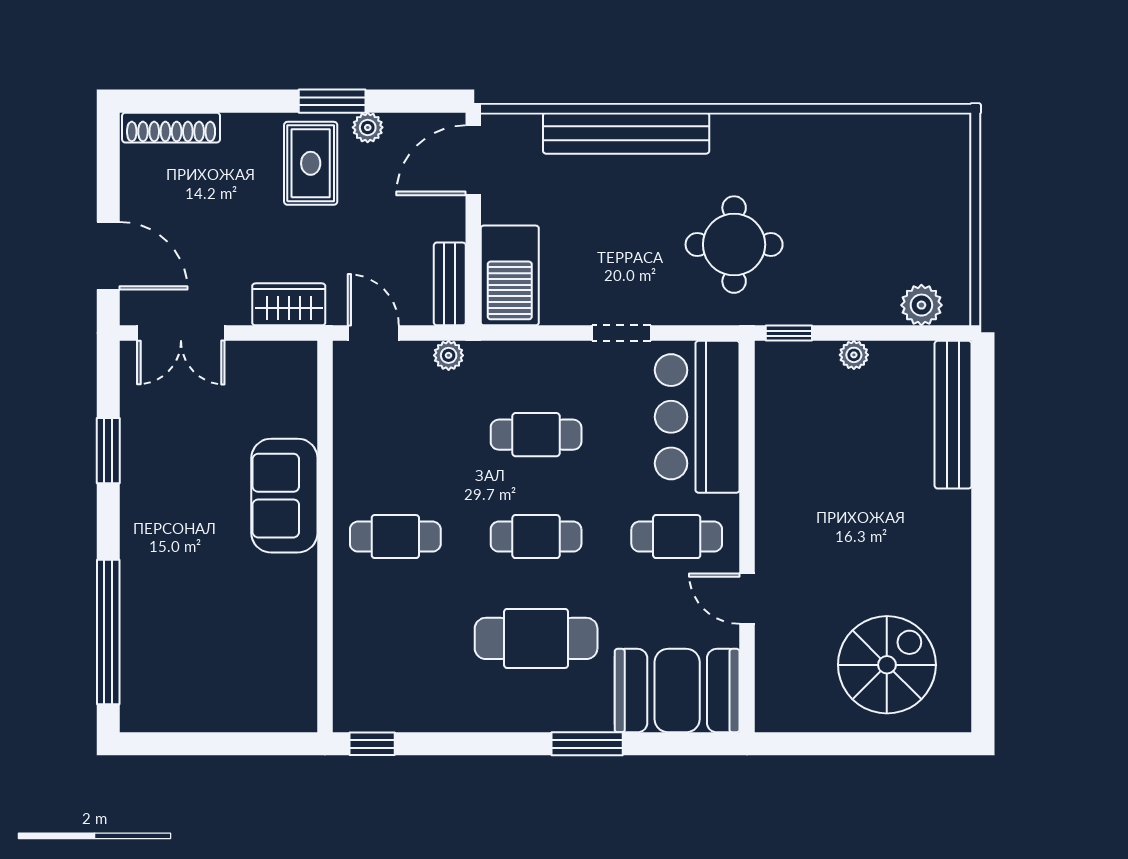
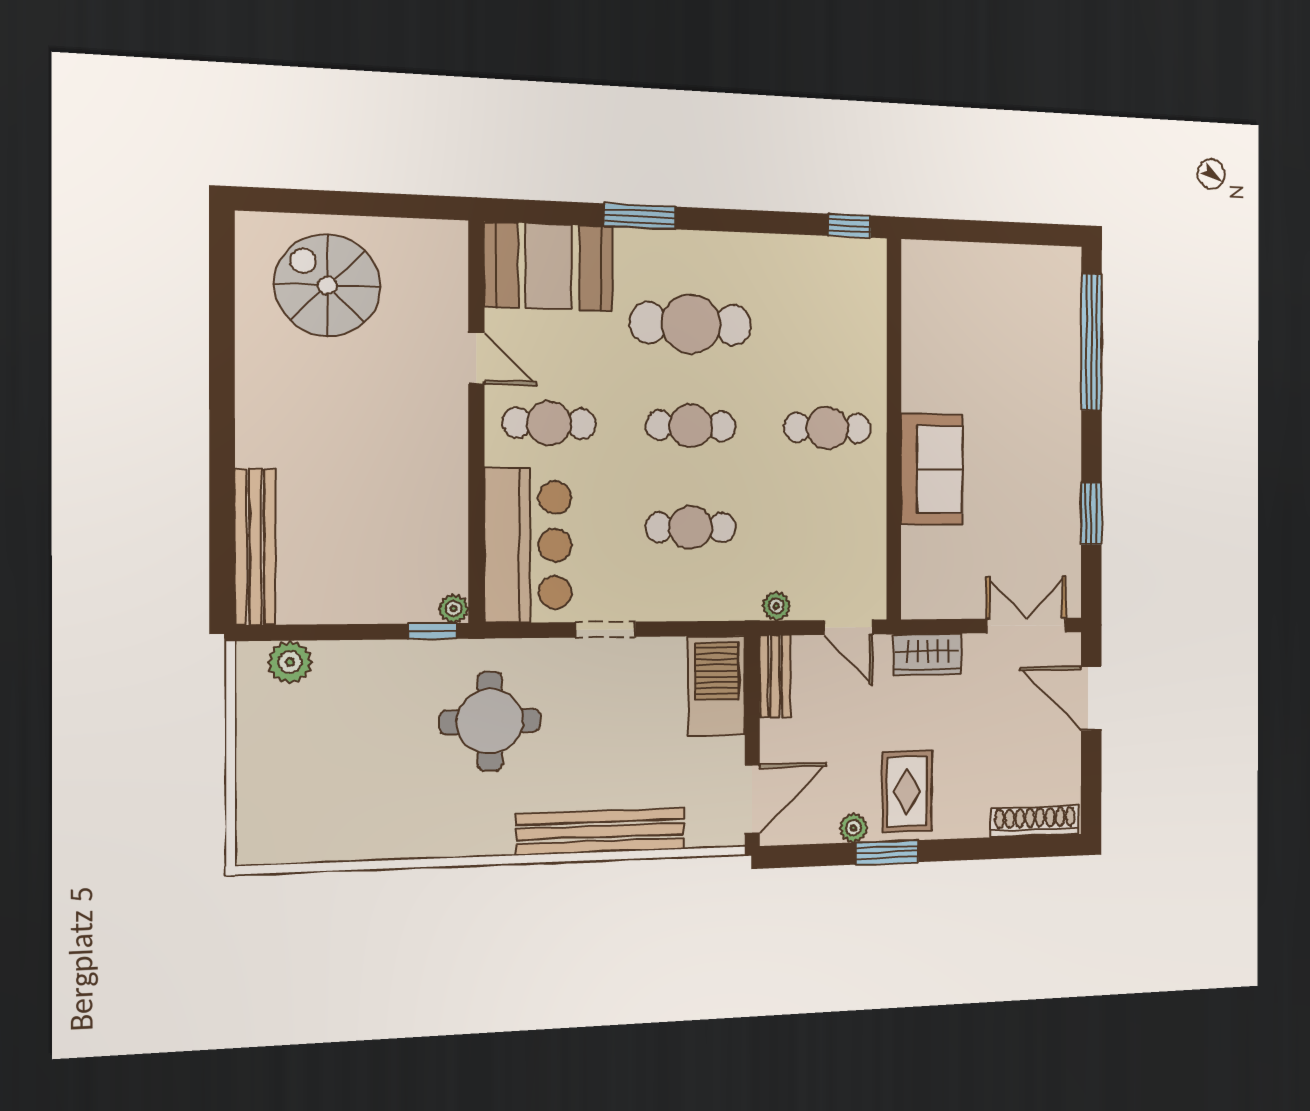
plant: (854, 355) -> (454, 609), moved
spiral stairs: (887, 665) -> (327, 285), turned 90

